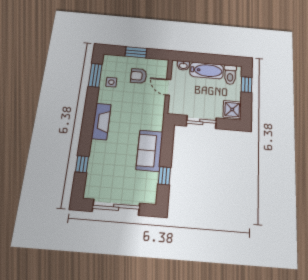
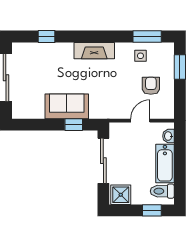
window: (136, 52) -> (180, 67), moved
sliding door: (201, 122) -> (103, 161), width x1.37
window: (164, 176) -> (74, 125), moved

